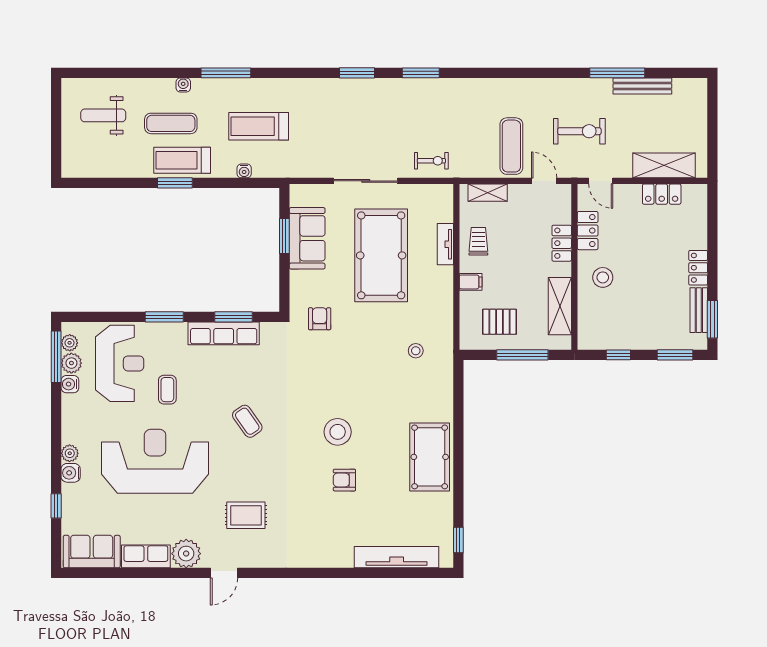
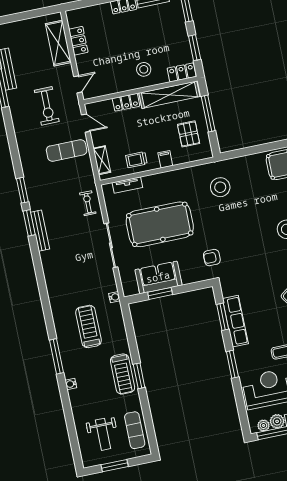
window: (357, 73) -> (22, 190), moved
bench: (407, 86) -> (40, 231), added
window: (56, 123) -> (115, 466), added
exercise mat: (171, 123) -> (135, 430), moved
treadmill: (259, 126) -> (89, 326), turned 180
exercise bike: (579, 131) -> (47, 106), turned 180
water cooler: (244, 171) -> (114, 297), moved
door: (544, 181) -> (86, 123), swing flipped
locker: (588, 231) -> (182, 72), moved
tv unit: (445, 244) -> (127, 185), moved
shelving: (560, 306) -> (169, 95), width x1.47
stool: (416, 351) -> (220, 187), width x1.89, depth x1.89
window: (618, 355) -> (195, 48), width x1.50

